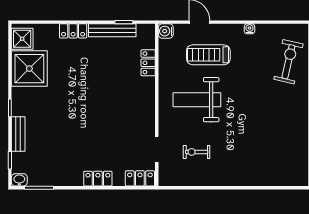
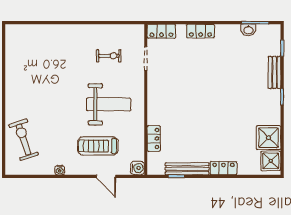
treadmill: (208, 55) -> (98, 146), turned 180
exercise bike: (288, 62) -> (24, 140), turned 149
shower: (29, 69) -> (269, 138), width x0.73, depth x0.73
washbasin: (19, 180) -> (248, 30), moved

